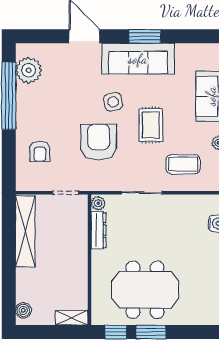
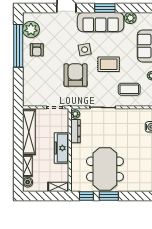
plant: (185, 52) -> (130, 18), added
rug: (151, 125) -> (109, 64), turned 90
armchair: (40, 152) -> (37, 50), moved
freezer: (77, 257) -> (61, 148), added
shelving: (23, 285) -> (27, 166), added
meeting table: (145, 290) -> (105, 169), turned 90

